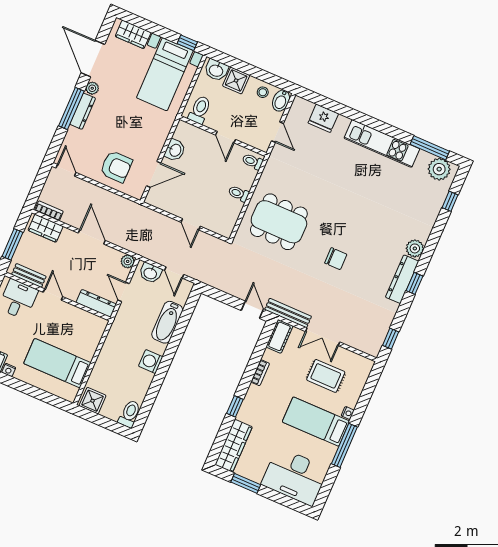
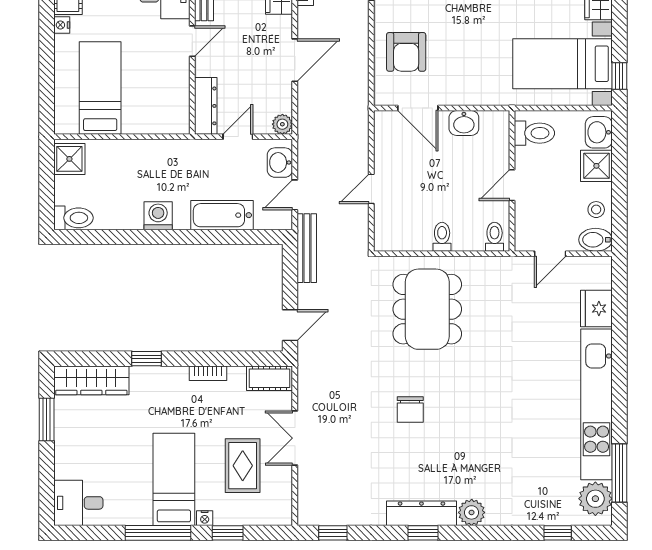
kitchen unit: (382, 143) -> (597, 404), width x1.36
bench: (288, 313) -> (307, 248), moved
window: (363, 403) -> (228, 533), added
desk: (295, 476) -> (78, 503), width x0.53, depth x0.77

